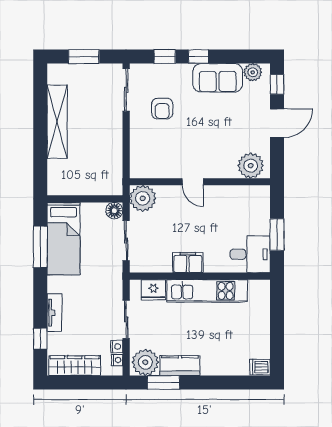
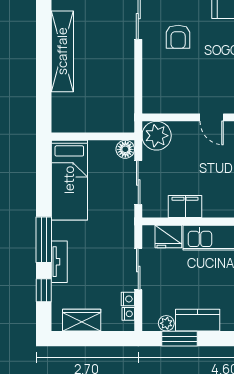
window: (40, 247) -> (44, 240), moved
filing cabinet: (188, 263) -> (185, 207), moved
plant: (145, 362) -> (166, 323), width x0.53, depth x0.53
wardrobe: (75, 366) -> (82, 320), width x0.67

